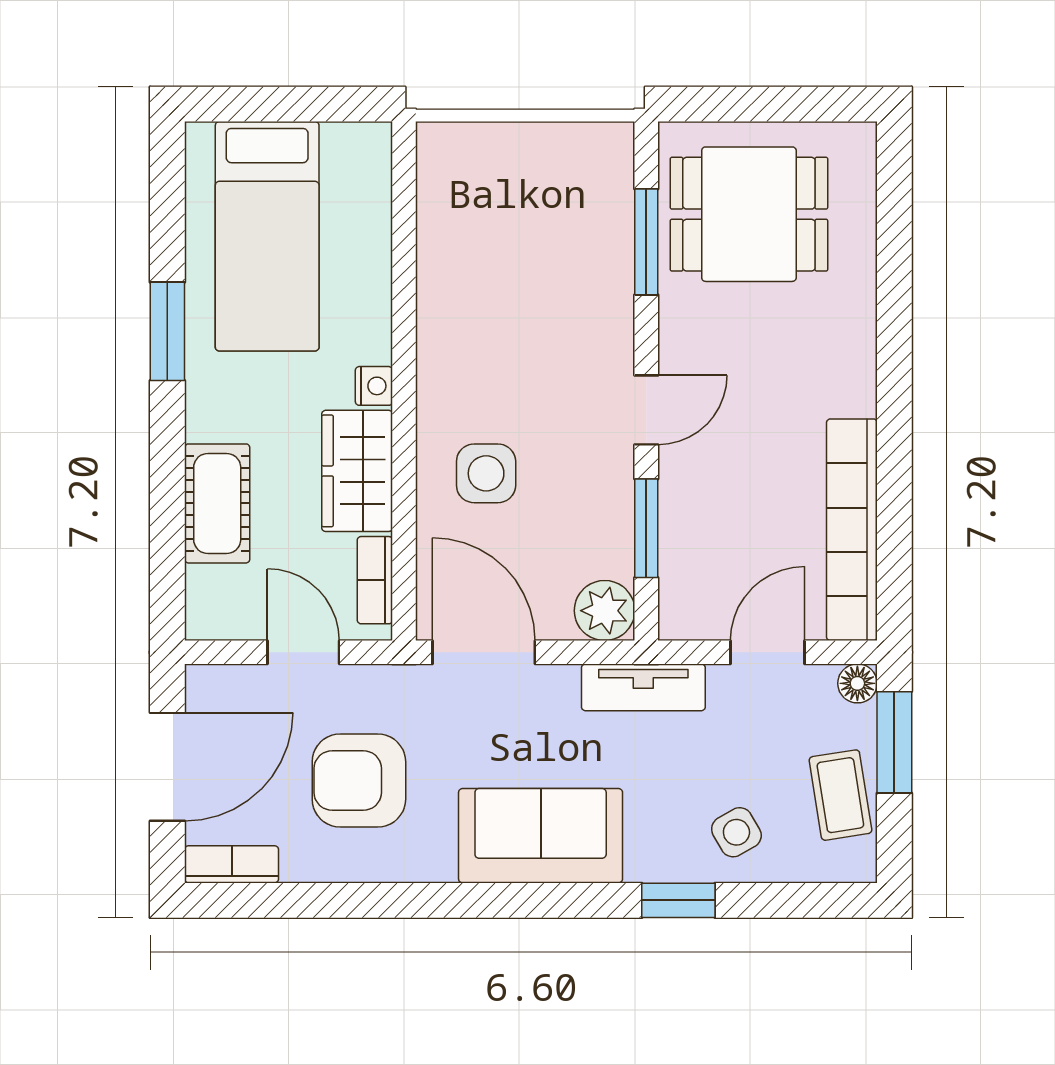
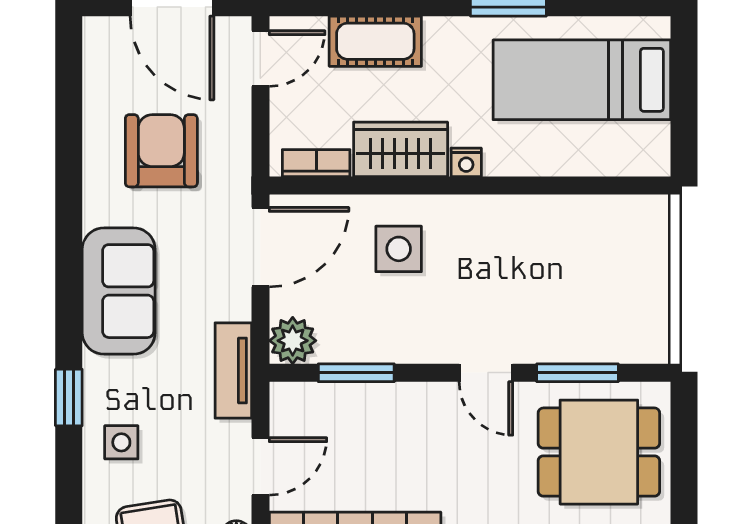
dining table: (749, 214) -> (599, 452), turned 90
door: (646, 410) -> (486, 373), moved
door: (303, 652) -> (260, 58), moved
door: (768, 652) -> (260, 466), hinge flipped
side table: (736, 832) -> (121, 442), turned 30
bookcase: (232, 864) -> (97, 52), removed

